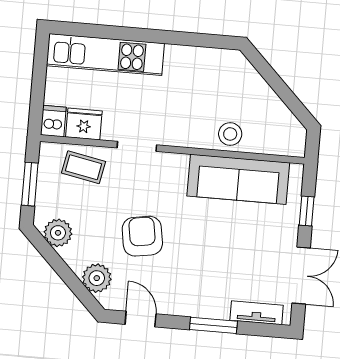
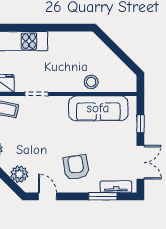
armchair: (142, 236) -> (76, 167), moved
window: (213, 325) -> (103, 196), moved

